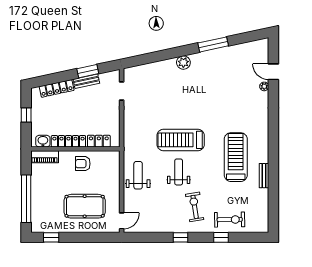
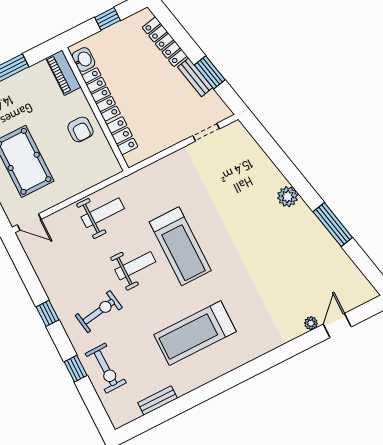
treadmill: (181, 140) -> (180, 246), turned 180
treadmill: (236, 157) -> (195, 333), turned 180
armchair: (83, 164) -> (80, 129), turned 180
bench: (264, 176) -> (158, 400), moved

